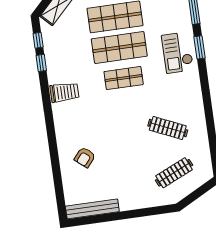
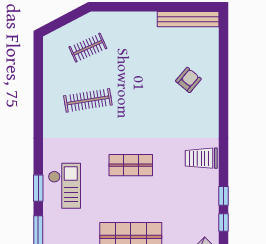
shop shelf: (119, 47) -> (131, 201), removed
clothes rail: (168, 128) -> (88, 100), turned -33
clothes rail: (174, 173) -> (88, 48), width x0.73

